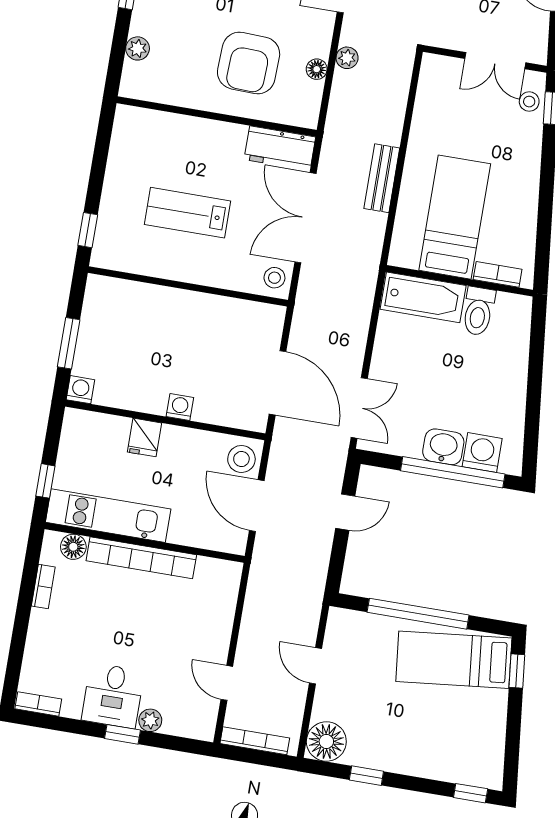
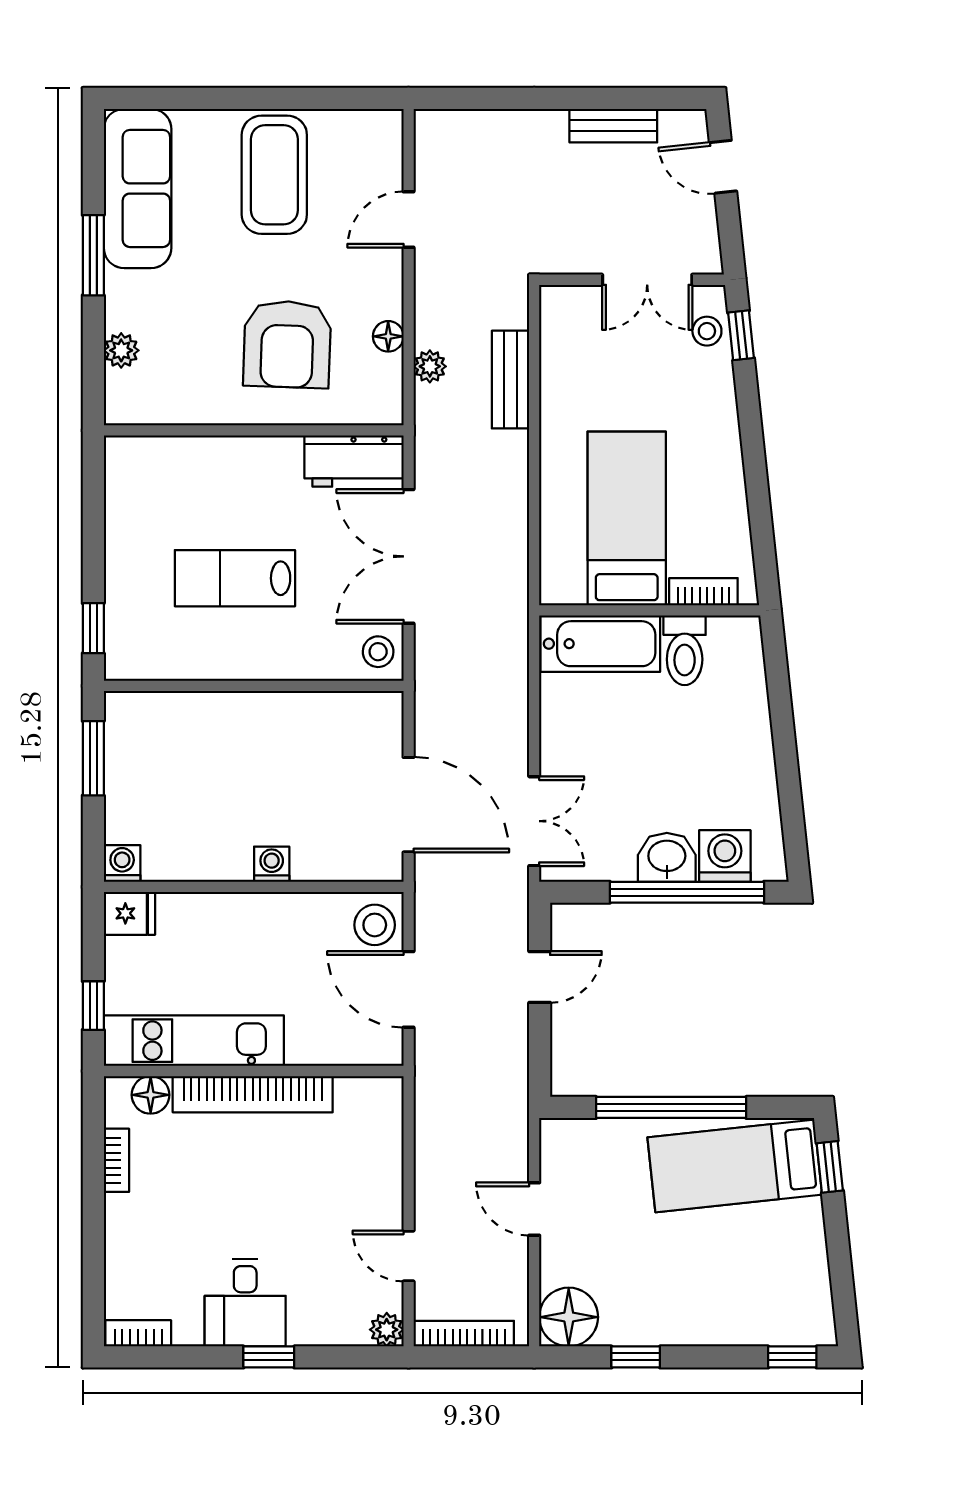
plant: (347, 58) -> (430, 366), moved
bench: (382, 178) -> (510, 380), moved
window: (69, 343) -> (93, 758), moved
fridge: (144, 437) -> (129, 913), moved, turned -90
plant: (150, 720) -> (387, 1330), moved

